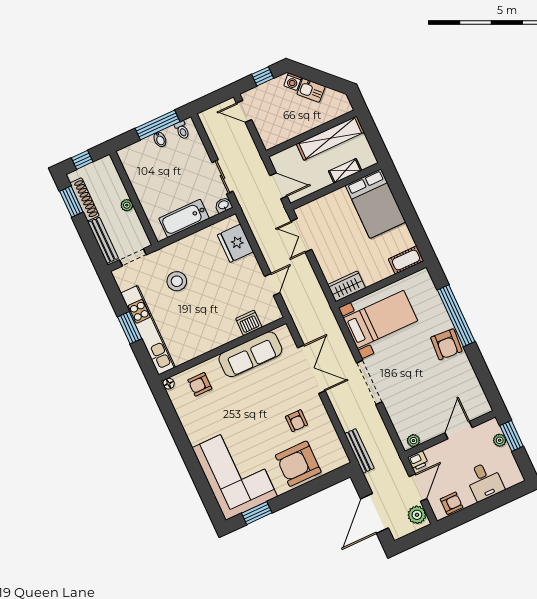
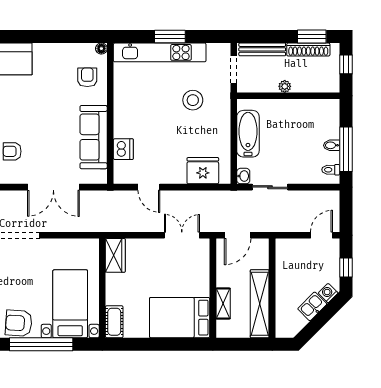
bed with nightstands: (380, 319) -> (70, 304), moved, turned 180

